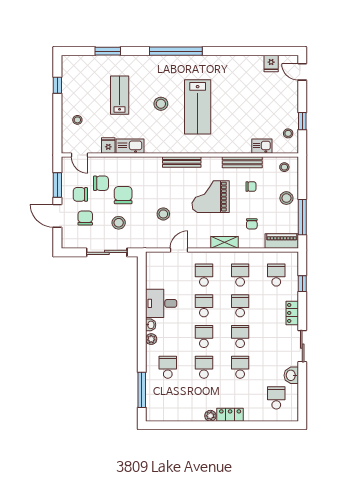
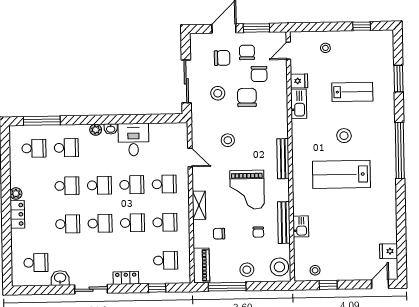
kitchen sink: (262, 146) -> (301, 226), moved
stool: (284, 167) -> (279, 267), width x1.89, depth x1.89
chair: (123, 195) -> (247, 97), turned -90
grand piano: (211, 197) -> (247, 190), turned 180
school desk: (168, 398) -> (34, 148), added

